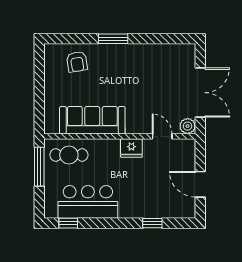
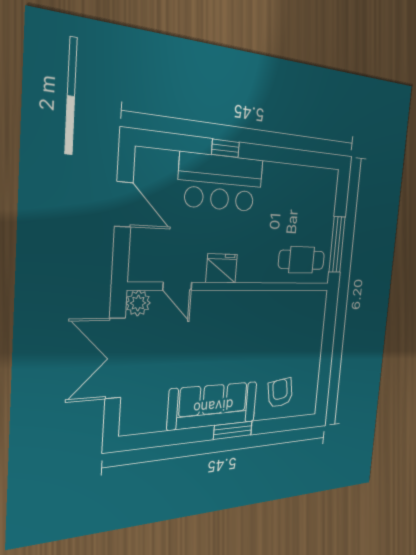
sofa: (92, 120) -> (213, 406), moved, turned 180
bar counter: (88, 202) -> (221, 183), moved
window: (68, 223) -> (312, 159), removed
window: (152, 223) -> (225, 148), moved

